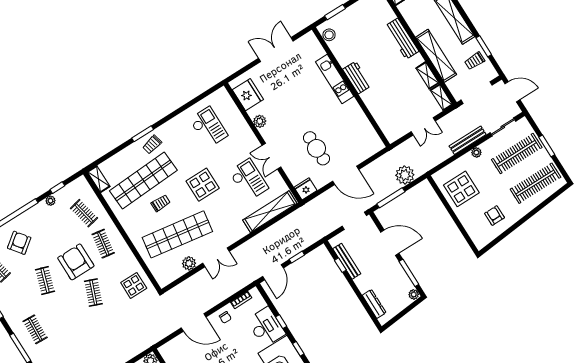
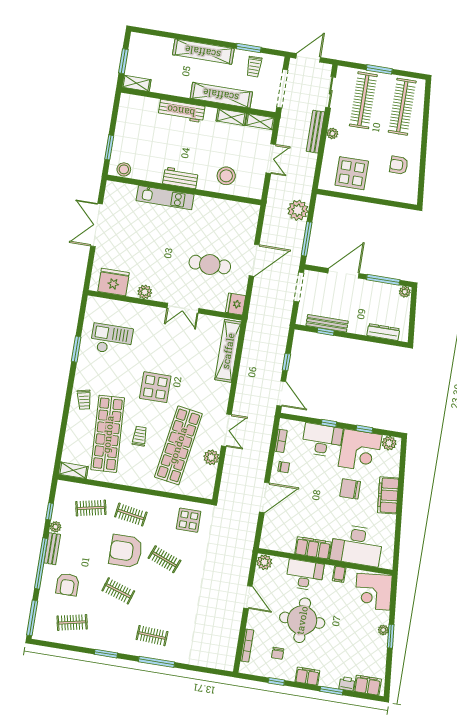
stool: (385, 107) -> (226, 176), added
window: (143, 134) -> (76, 349), moved
checkout: (249, 180) -> (186, 345), removed
bench: (34, 211) -> (52, 549), added
armchair: (19, 243) -> (67, 584), turned -143

